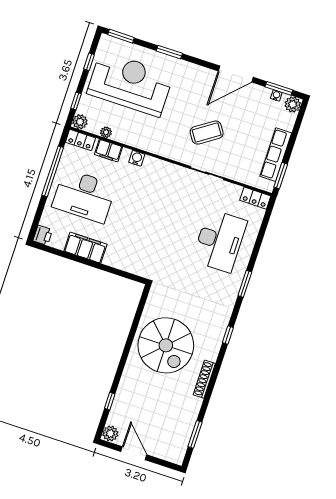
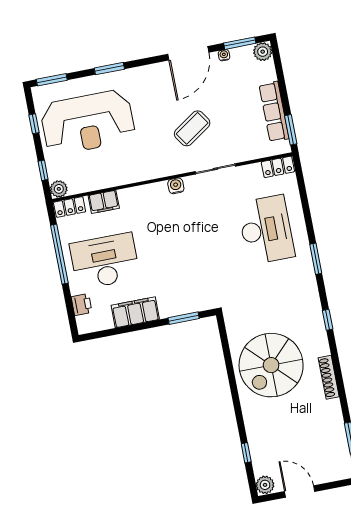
reception desk: (130, 84) -> (88, 122), turned 180
water cooler: (276, 95) -> (224, 55), moved
plant: (106, 132) -> (91, 185), removed
water cooler: (137, 158) -> (176, 186), moved
desk: (84, 196) -> (105, 261), turned 180
printer: (43, 235) -> (82, 305), moved
window: (120, 273) -> (184, 318), added
spiral stairs: (166, 345) -> (271, 365), turned 90

